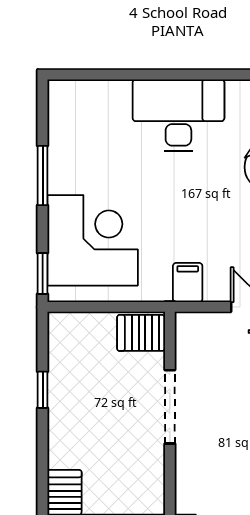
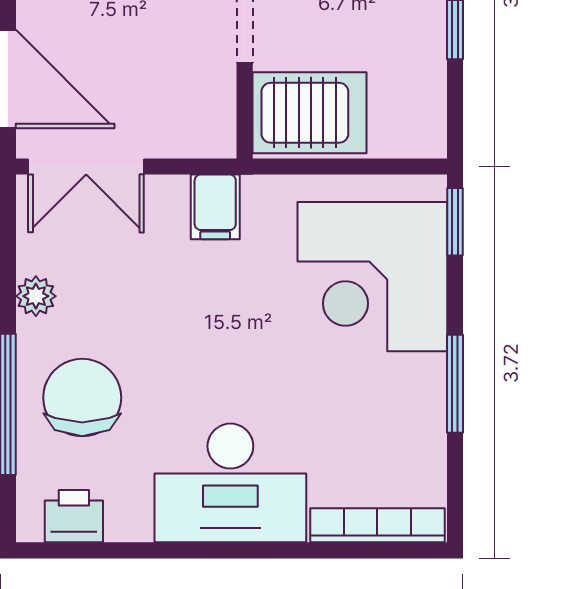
bookcase: (89, 90) -> (377, 525), added
server rack: (141, 333) -> (309, 113), width x1.36, depth x1.44

